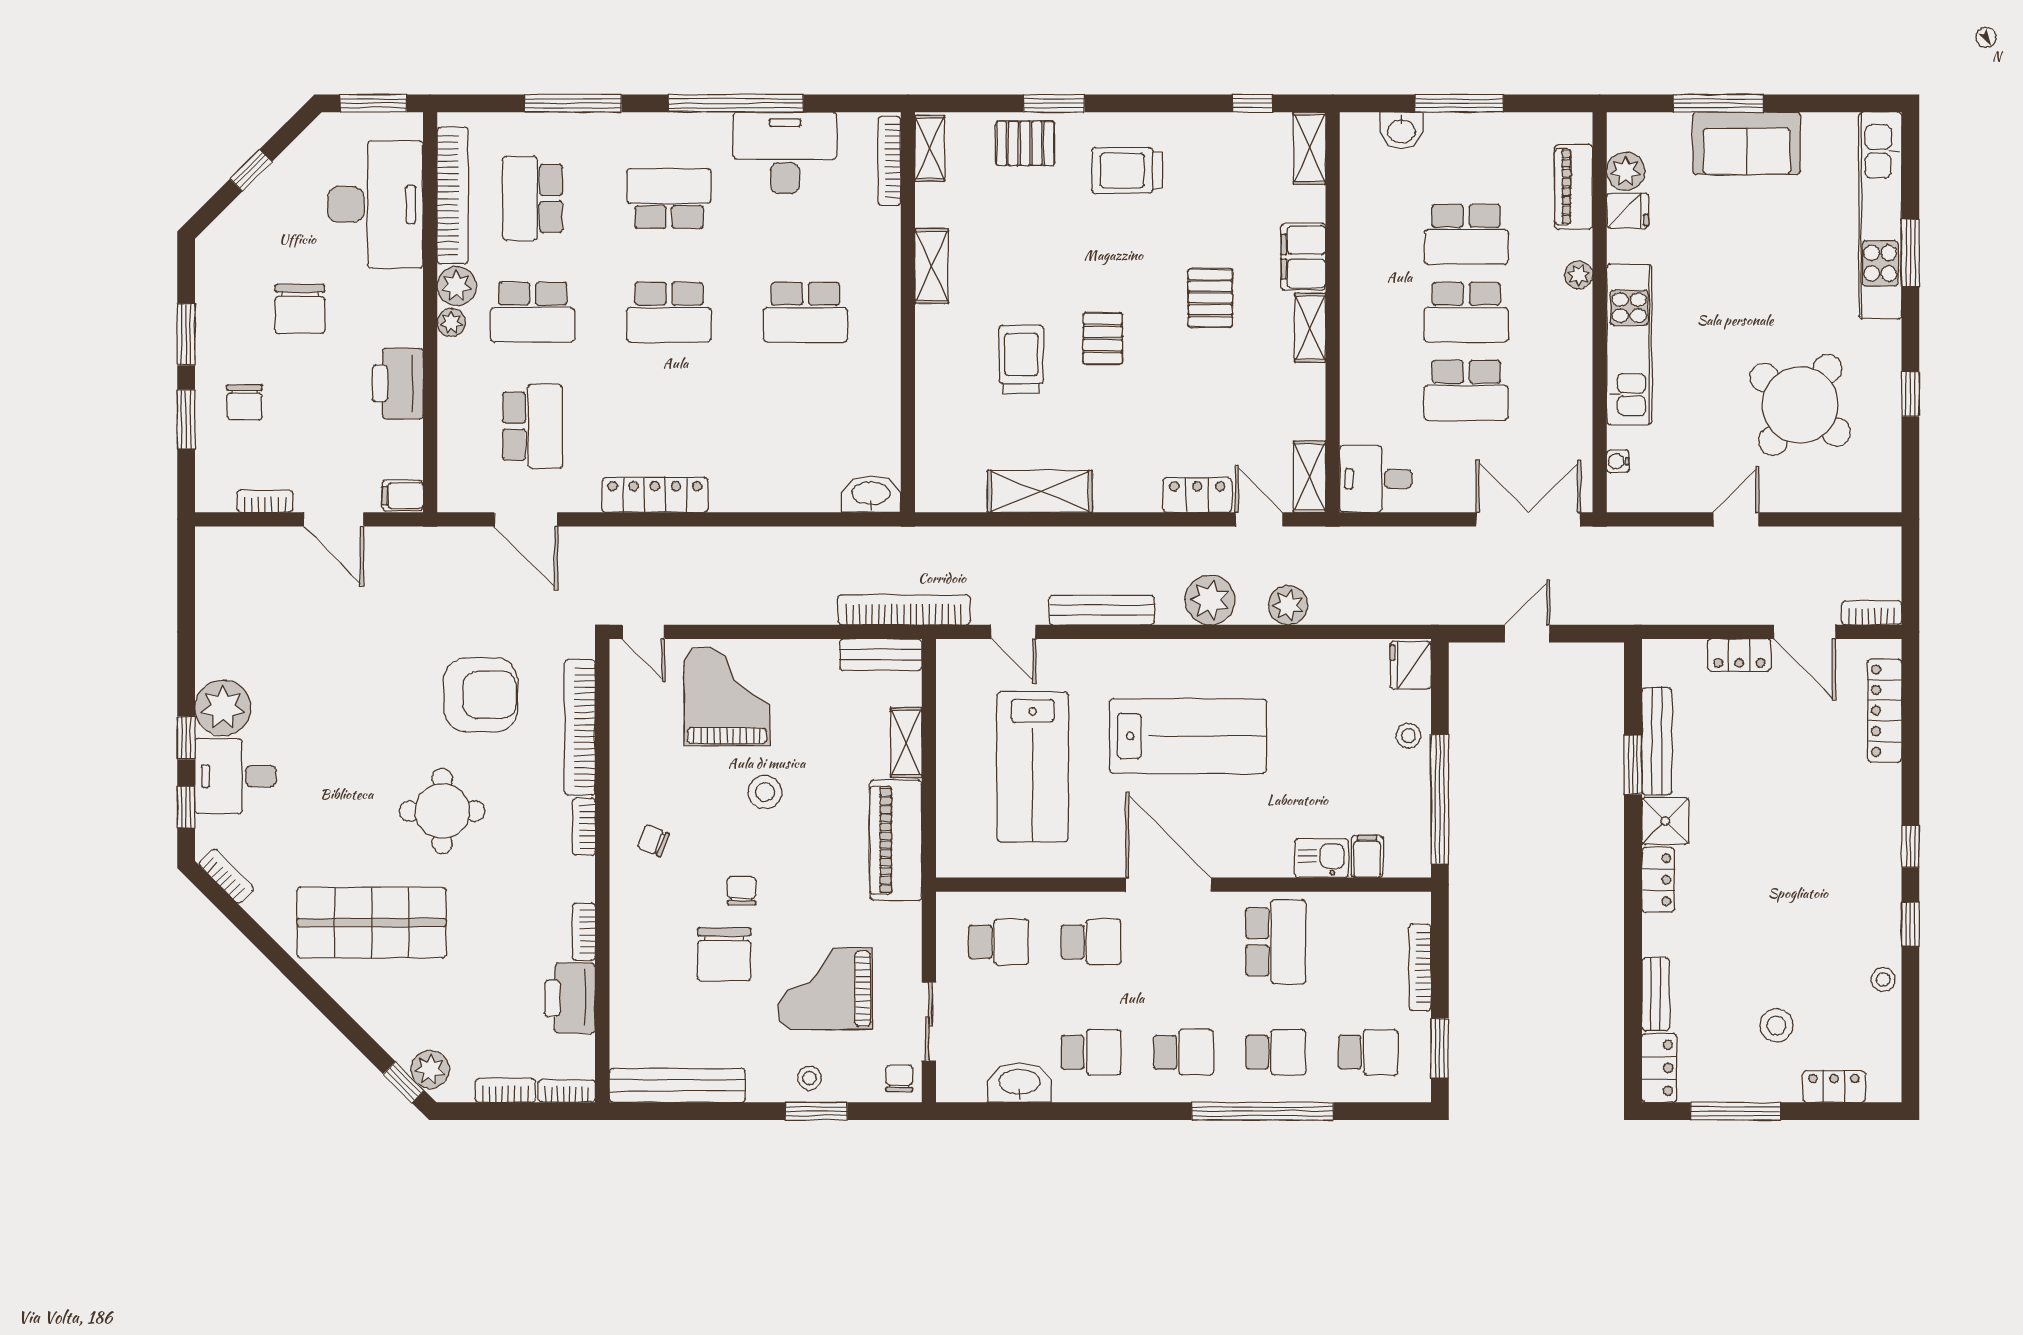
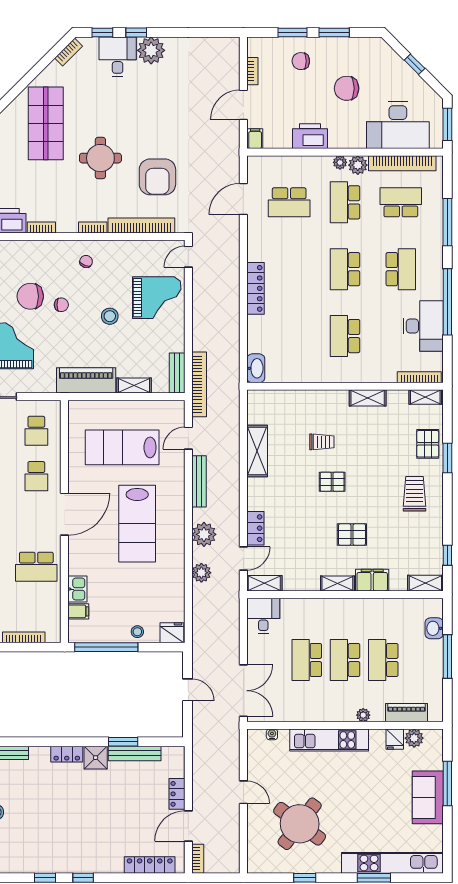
trolley: (1021, 359) -> (322, 442), width x0.73, depth x0.72
locker: (655, 495) -> (255, 288), moved
stool: (1883, 979) -> (18, 864), removed

